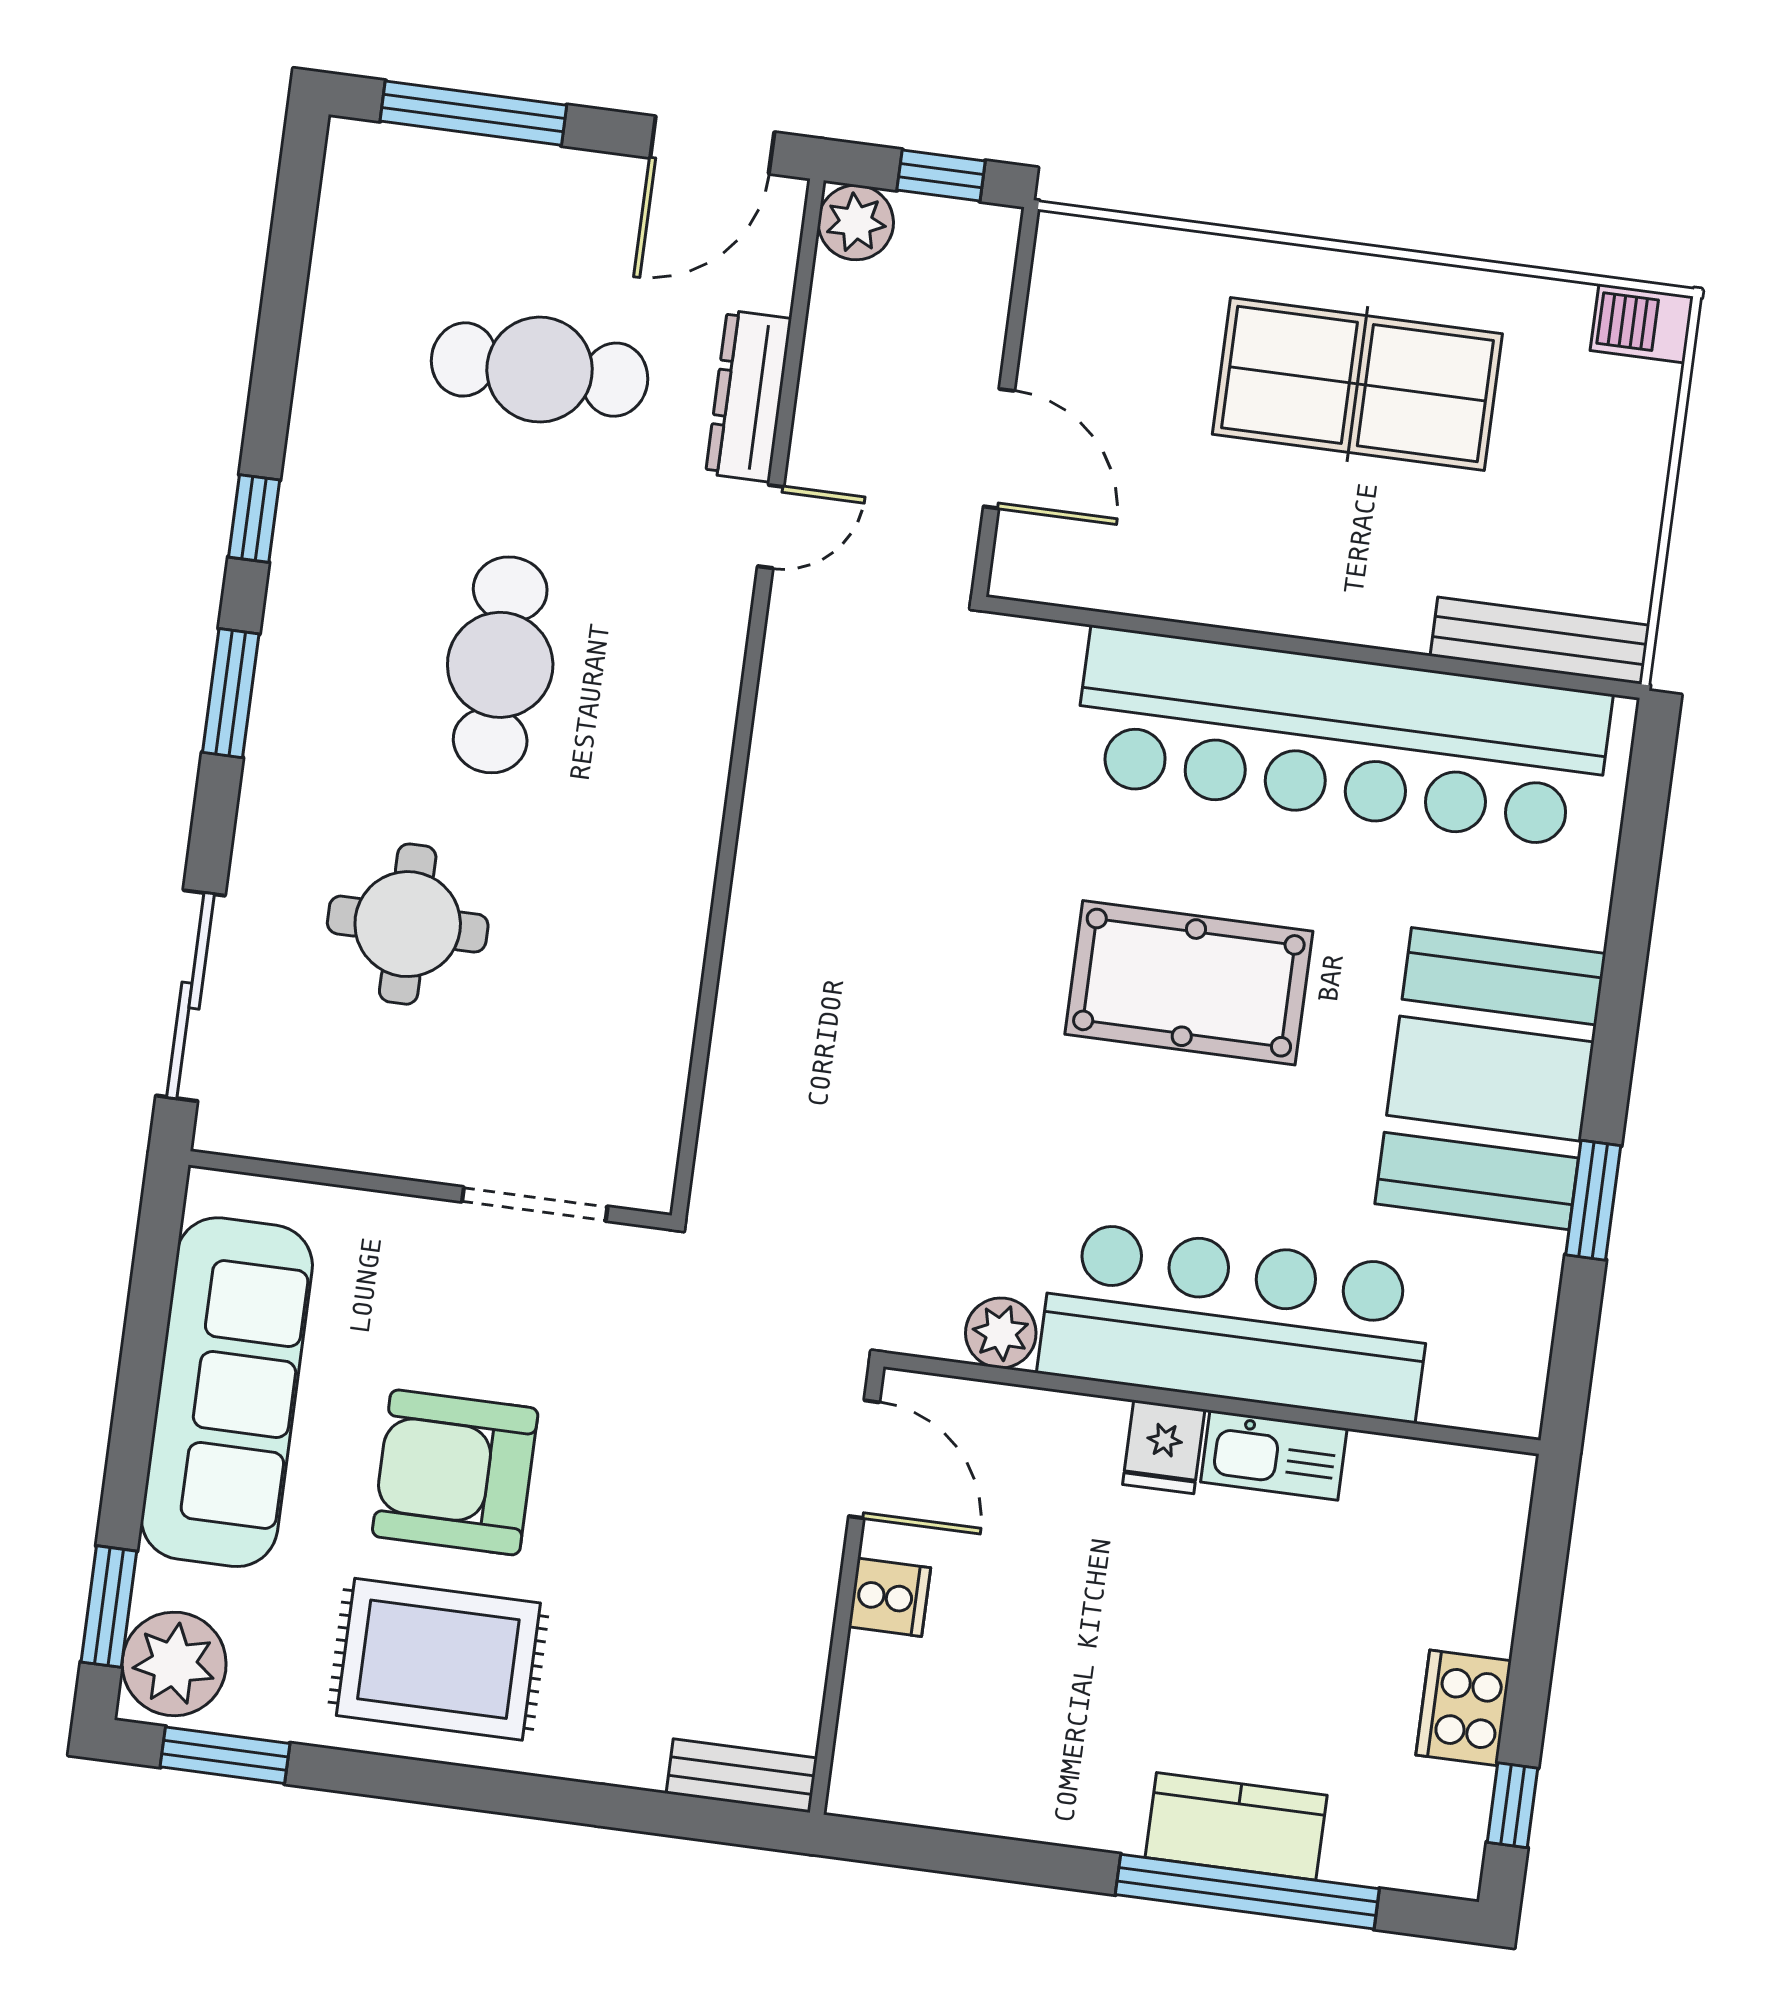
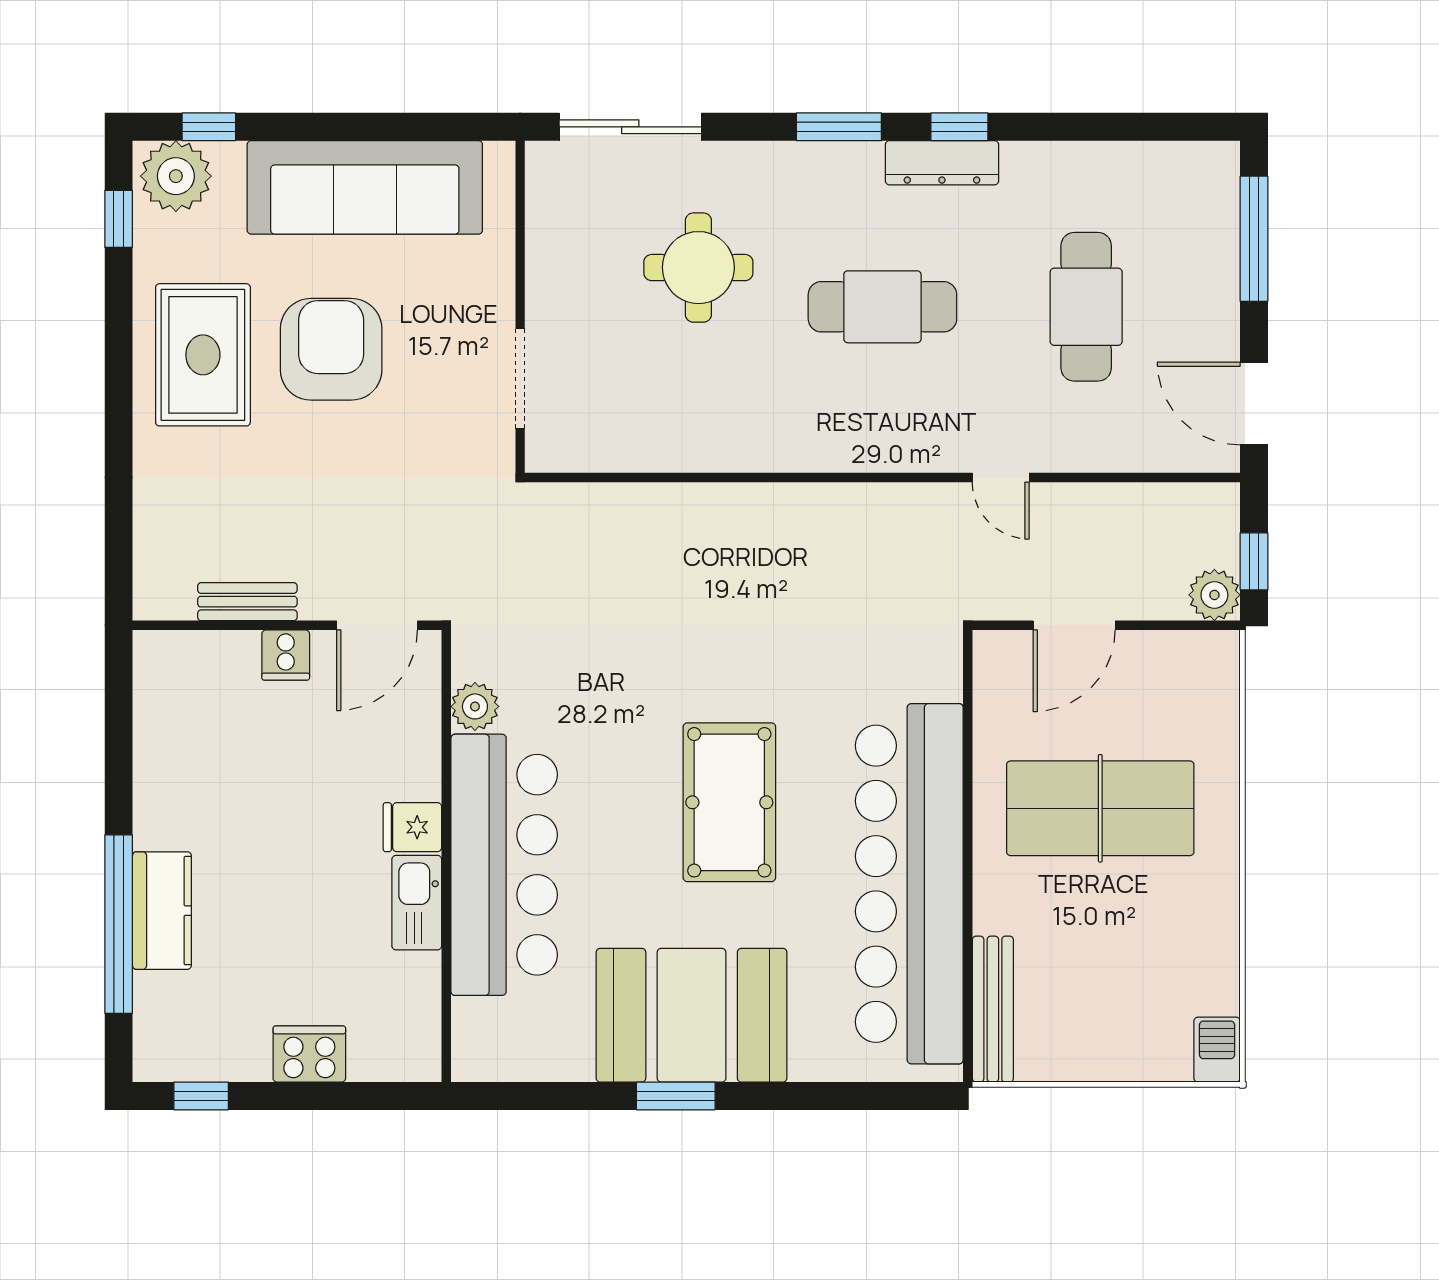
plant: (856, 222) -> (1214, 595), moved
table tennis table: (1357, 384) -> (1100, 808), moved, turned 90
dresser: (749, 396) -> (942, 163), moved, turned 180
window: (1593, 1200) -> (676, 1096), moved
window: (109, 1607) -> (209, 127), width x0.67
cooker: (1464, 1708) -> (309, 1054), moved
window: (225, 1755) -> (119, 219), width x0.67
bench: (742, 1776) -> (247, 602), moved, turned 90

